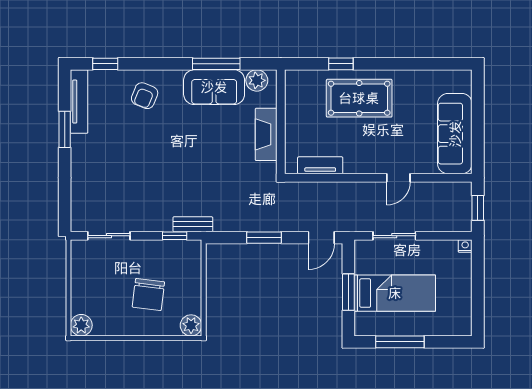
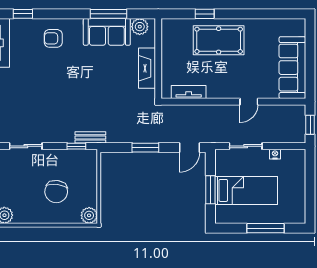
armchair: (145, 96) -> (53, 38), turned 68
nightstand: (465, 246) -> (275, 154), moved
window: (400, 342) -> (265, 228), moved

